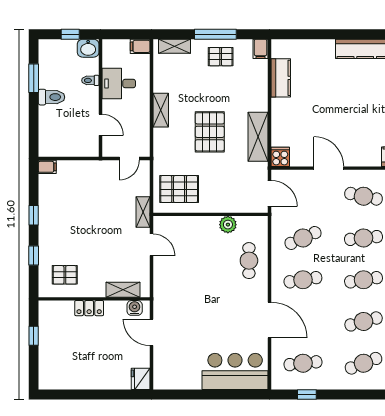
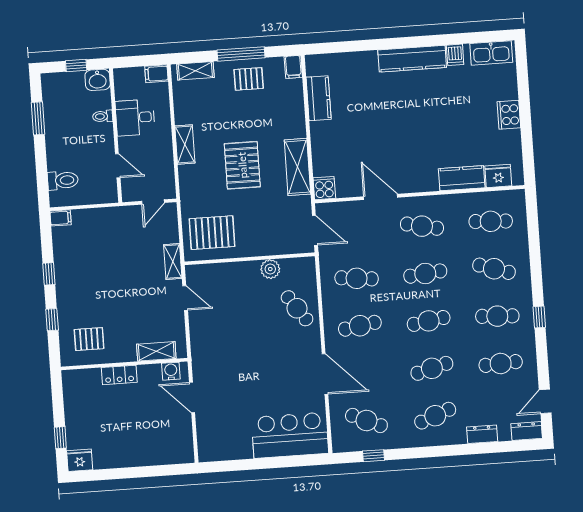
toilet: (52, 97) -> (63, 180), moved
cafe table: (303, 238) -> (357, 278), turned 30
cafe table: (249, 261) -> (297, 308), turned -35
window: (34, 336) -> (60, 438), moved
cafe table: (303, 363) -> (366, 421), turned 30
fridge: (141, 379) -> (80, 460), moved, turned 90

